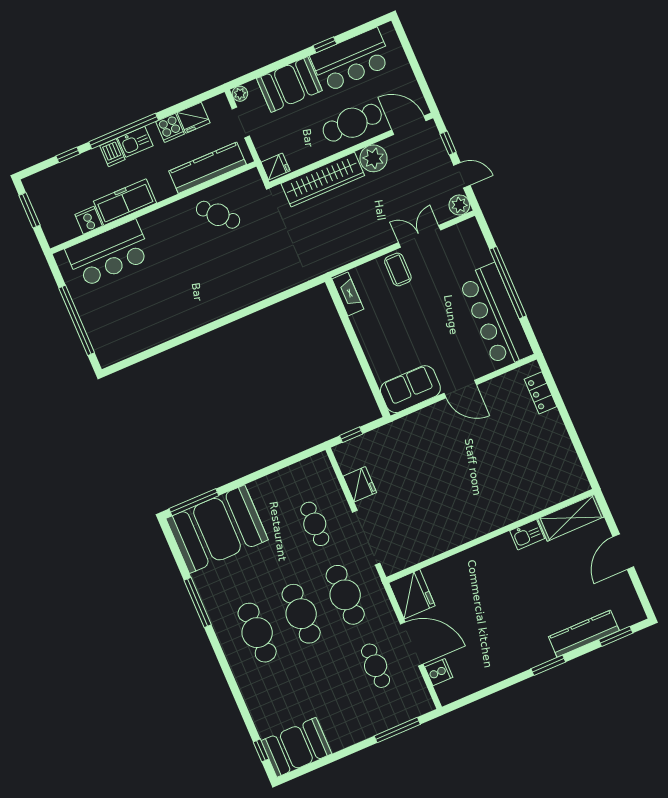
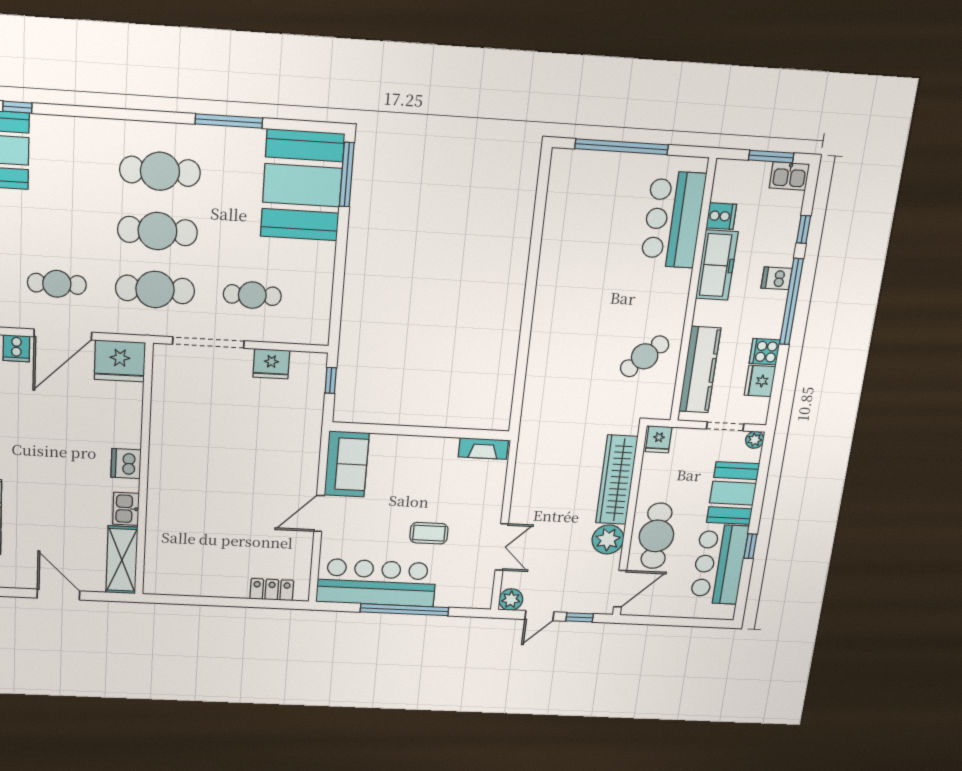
kitchen sink: (135, 142) -> (789, 176), moved, turned -90
coffee table: (398, 270) -> (429, 533), moved
dishwasher: (490, 552) -> (126, 464), added

